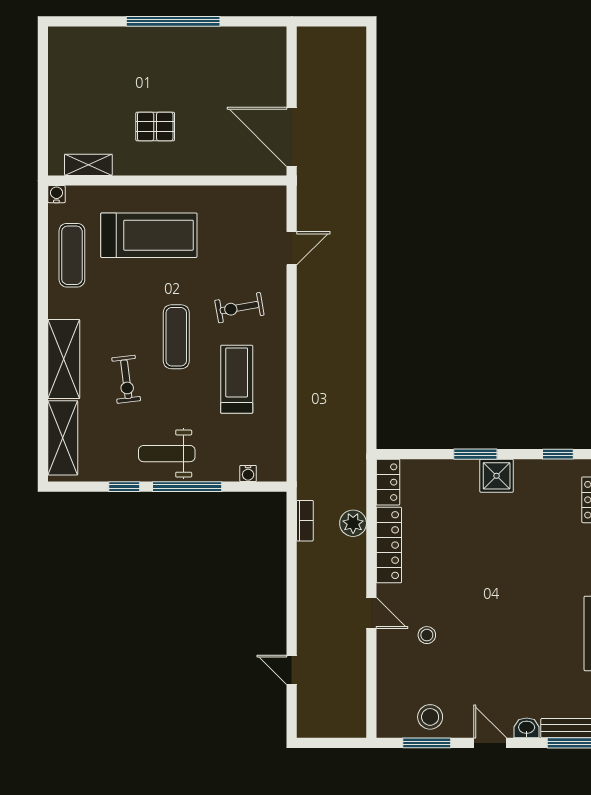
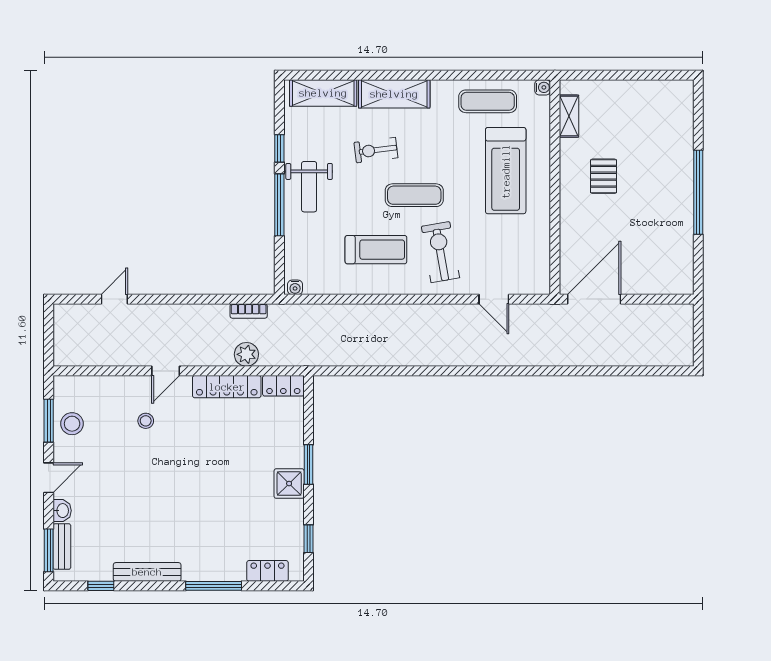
exercise bike: (239, 308) -> (440, 252), width x1.38, depth x1.39
weight bench: (167, 454) -> (309, 187), turned 180
water cooler: (248, 473) -> (295, 287), moved, turned -90

